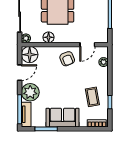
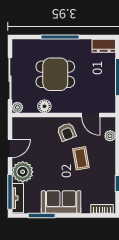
door: (87, 45) -> (91, 115), hinge flipped
floor lamp: (30, 55) -> (22, 127), removed
coffee table: (92, 97) -> (81, 158), moved

